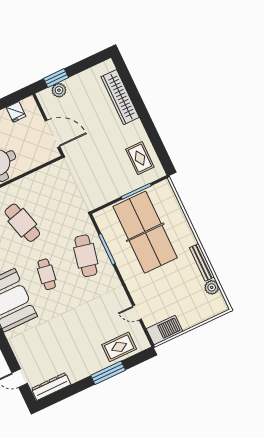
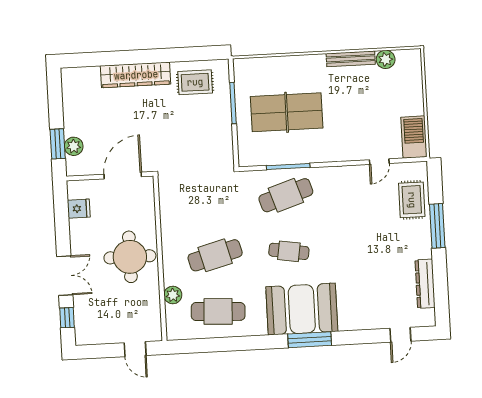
wardrobe: (120, 97) -> (136, 75), moved
table tennis table: (145, 232) -> (287, 112), width x0.73, depth x0.76
cafe table: (86, 256) -> (286, 195), turned -30
dresser: (51, 387) -> (425, 284), moved

